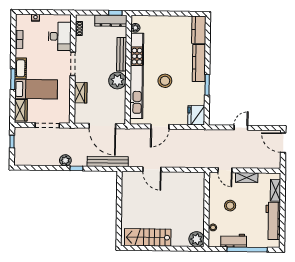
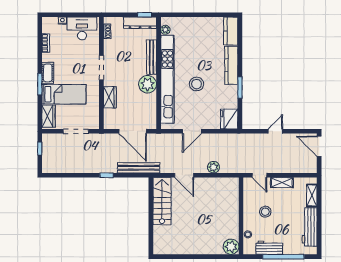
desk: (60, 36) -> (82, 28), moved, turned -90
plant: (65, 160) -> (214, 167), moved
stairs: (148, 237) -> (162, 201), moved, turned 90

